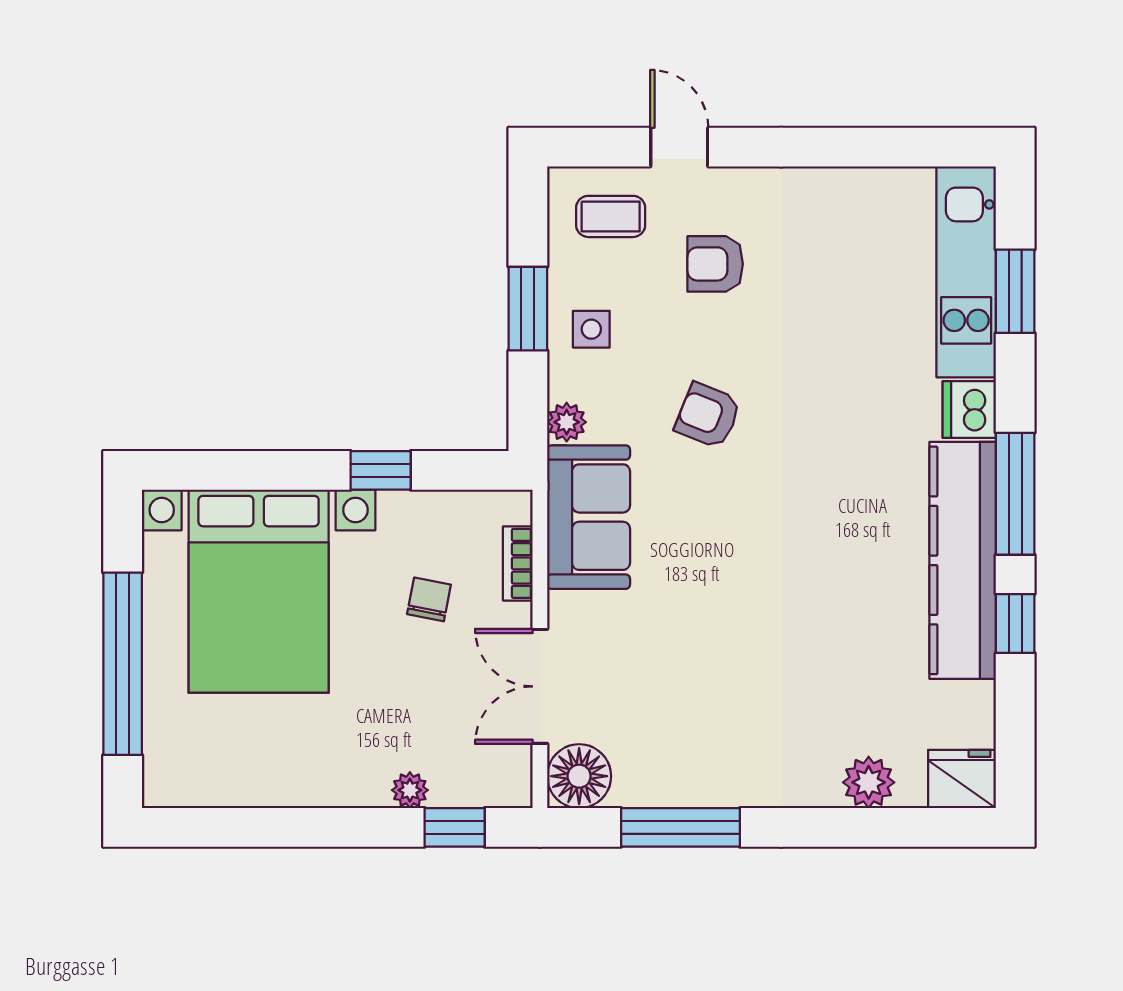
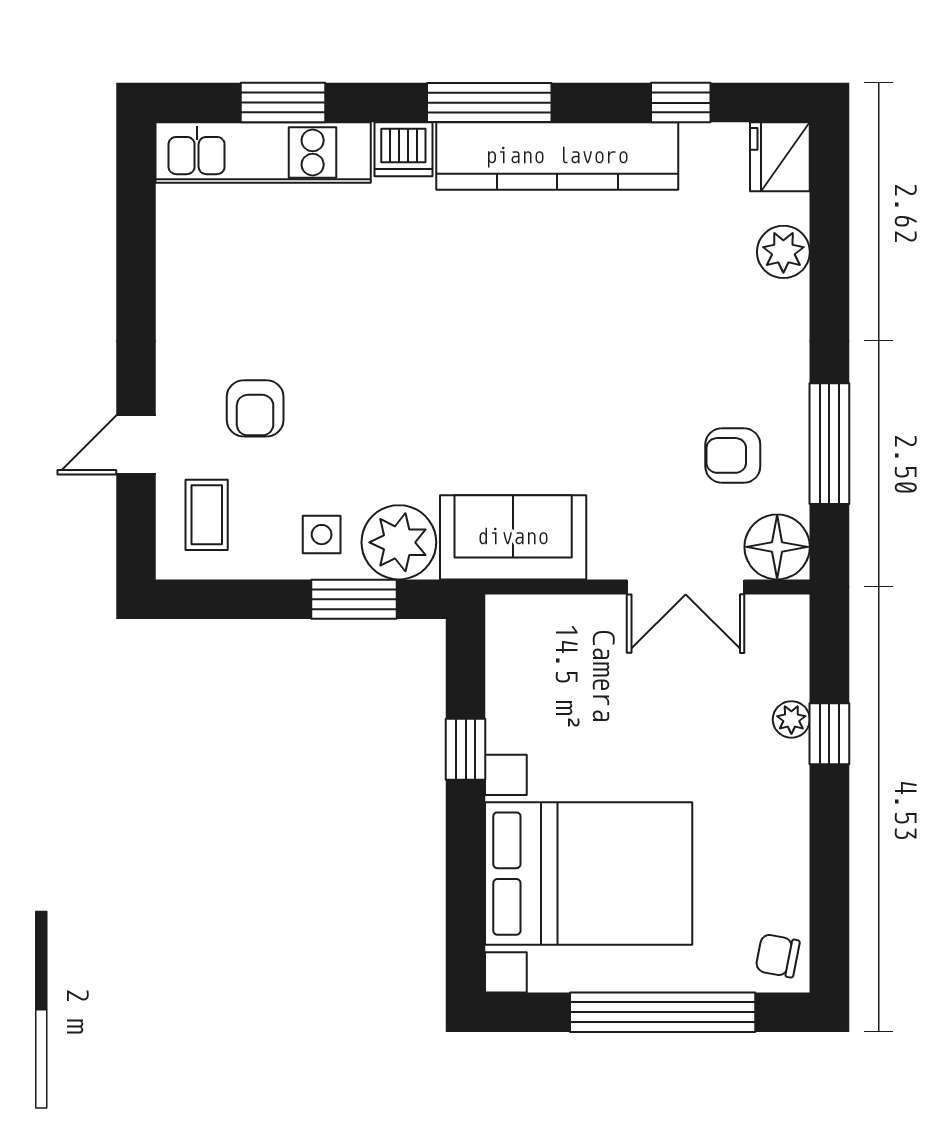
window: (528, 309) -> (354, 599), moved
armchair: (708, 415) -> (733, 455), moved, turned 68
plant: (567, 422) -> (399, 542), width x1.88, depth x1.88
bookcase: (518, 563) -> (560, 609), removed
chair: (429, 599) -> (778, 956), moved
window: (1015, 624) -> (681, 103), moved
window: (455, 827) -> (829, 734), moved

